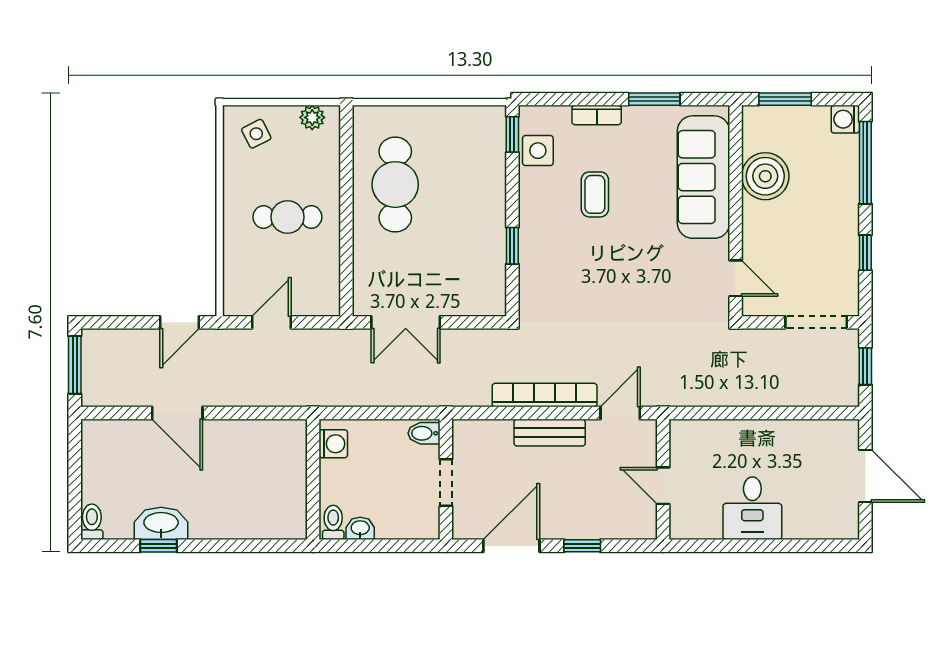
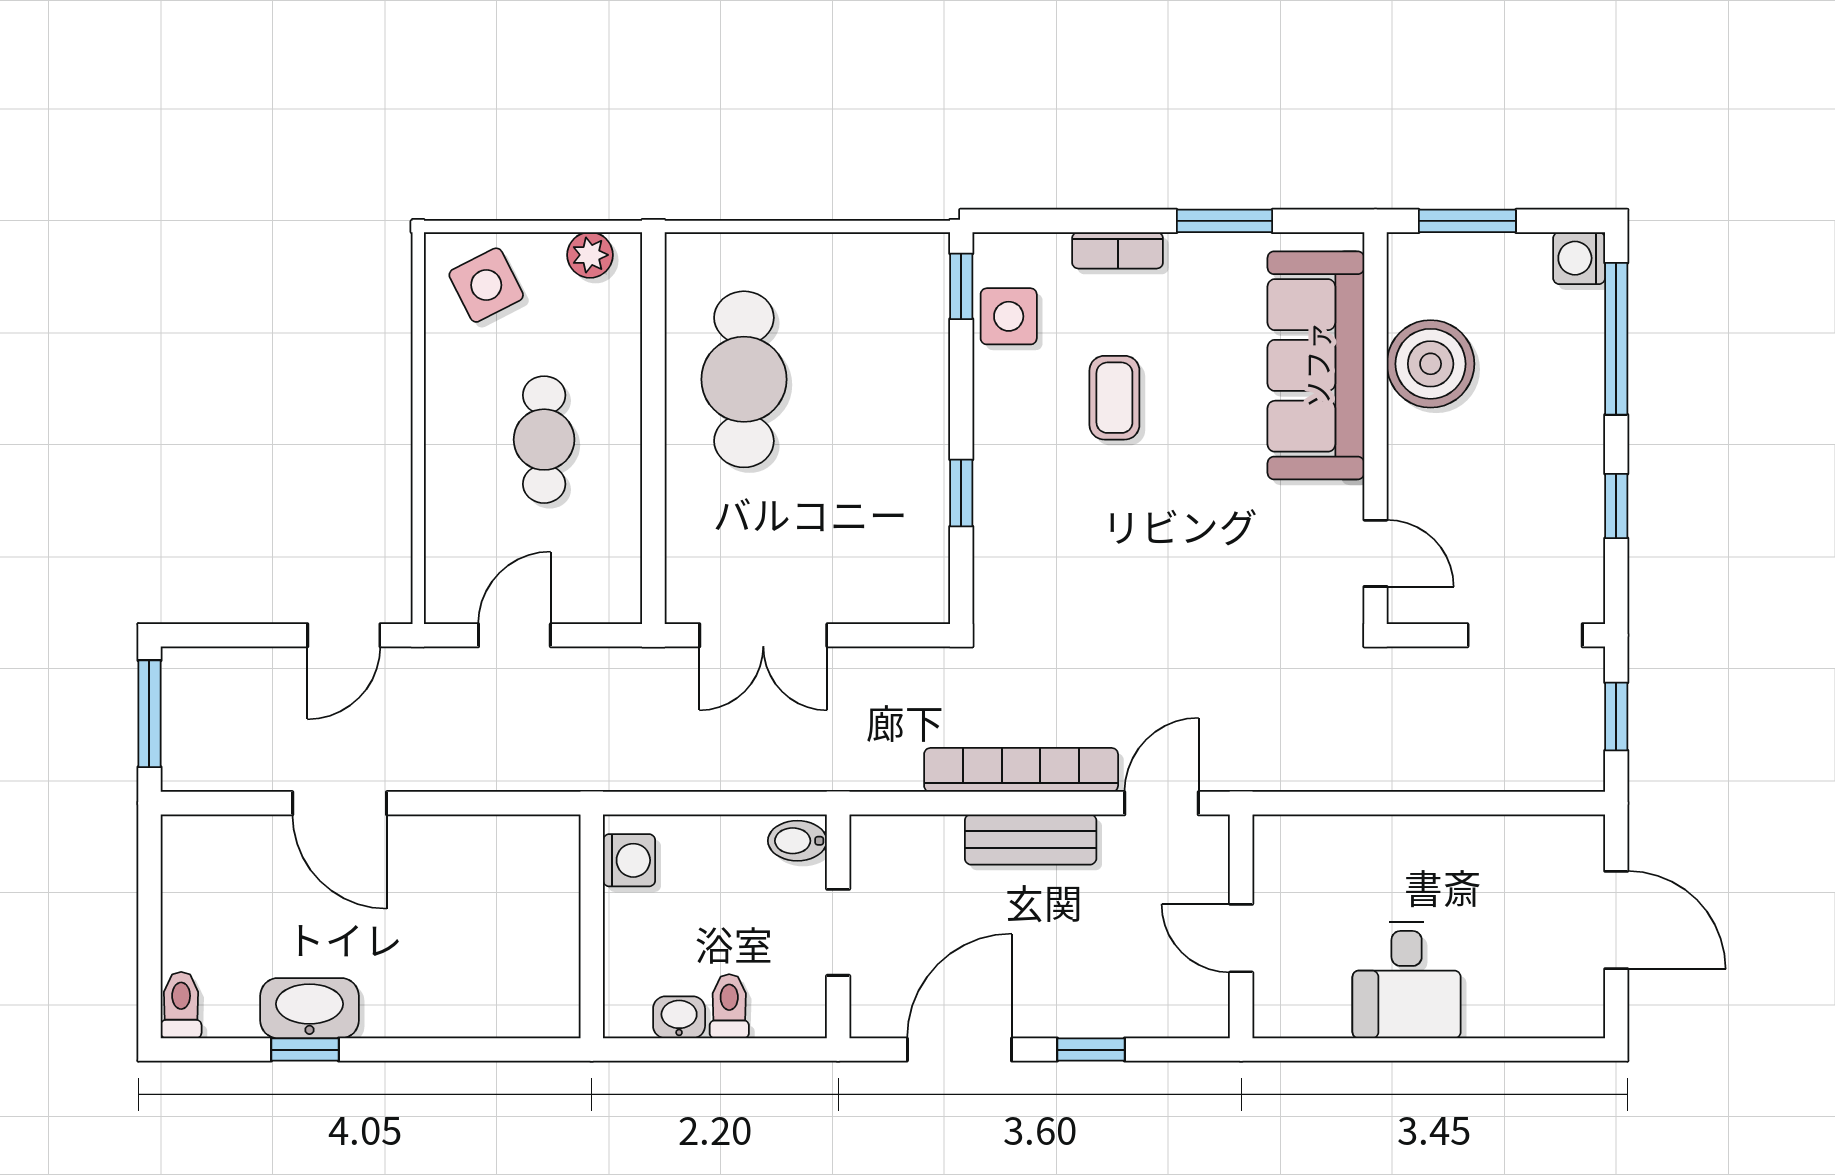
side table: (256, 134) -> (486, 285), width x1.37, depth x1.37
cafe table: (287, 217) -> (544, 440), turned 90
toilet: (333, 522) -> (729, 1006), moved

